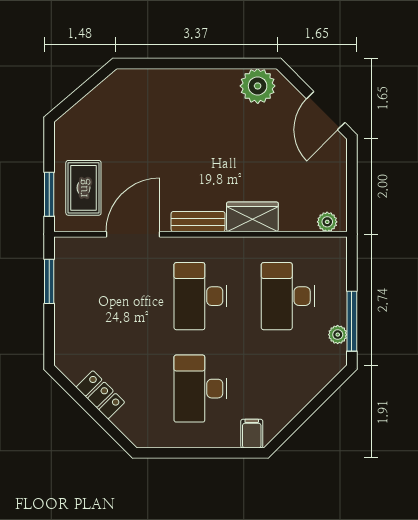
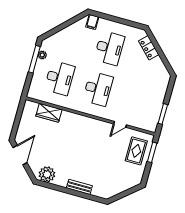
wardrobe: (252, 217) -> (49, 113), moved
bench: (198, 222) -> (79, 187), moved
plant: (327, 222) -> (33, 106), removed
door: (133, 234) -> (120, 124), width x0.53
locker: (100, 395) -> (149, 48), moved

